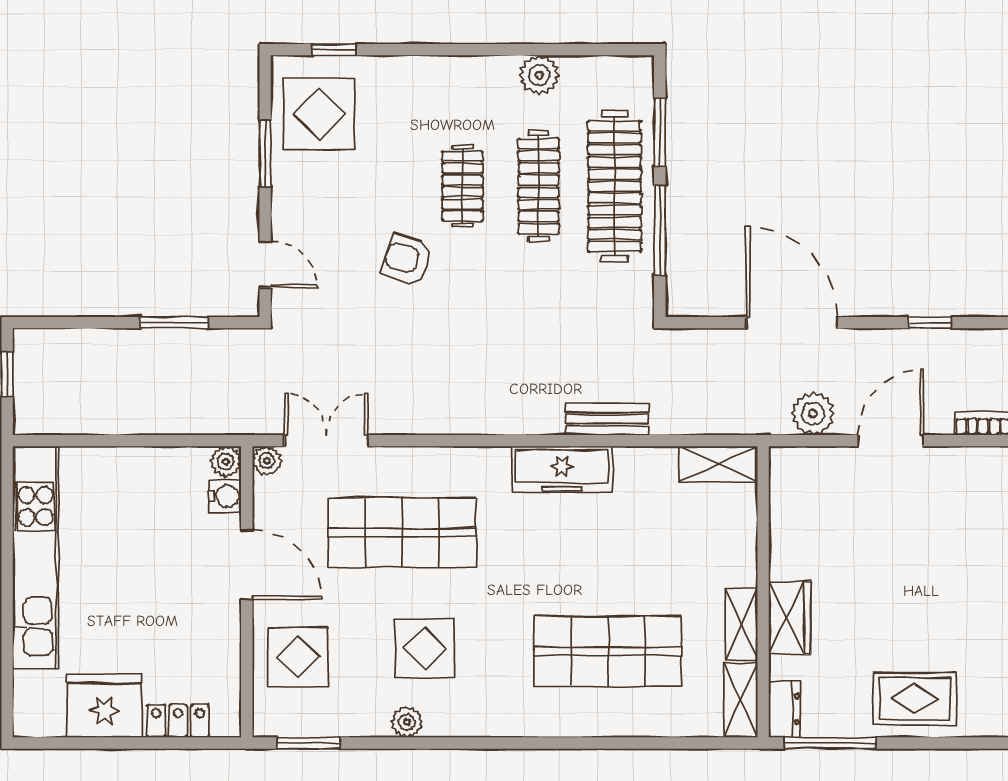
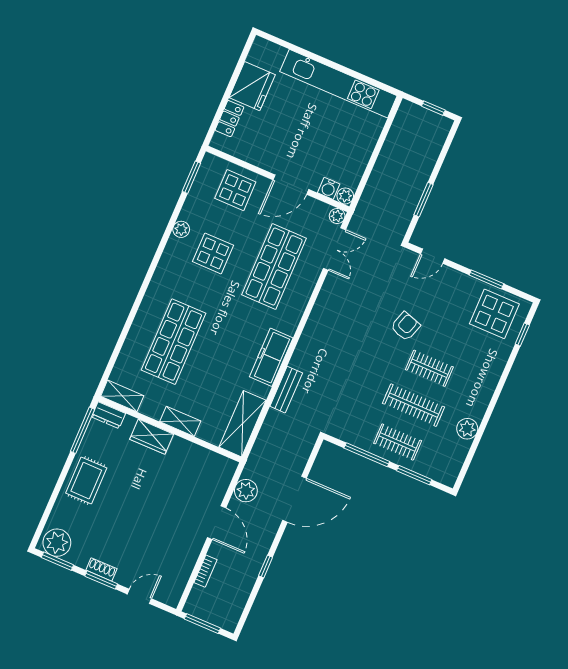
clothes rail: (615, 186) -> (398, 442), width x0.54, depth x0.76
shelving: (718, 464) -> (243, 424), width x1.50, depth x1.33
shelving: (741, 624) -> (180, 421), moved

